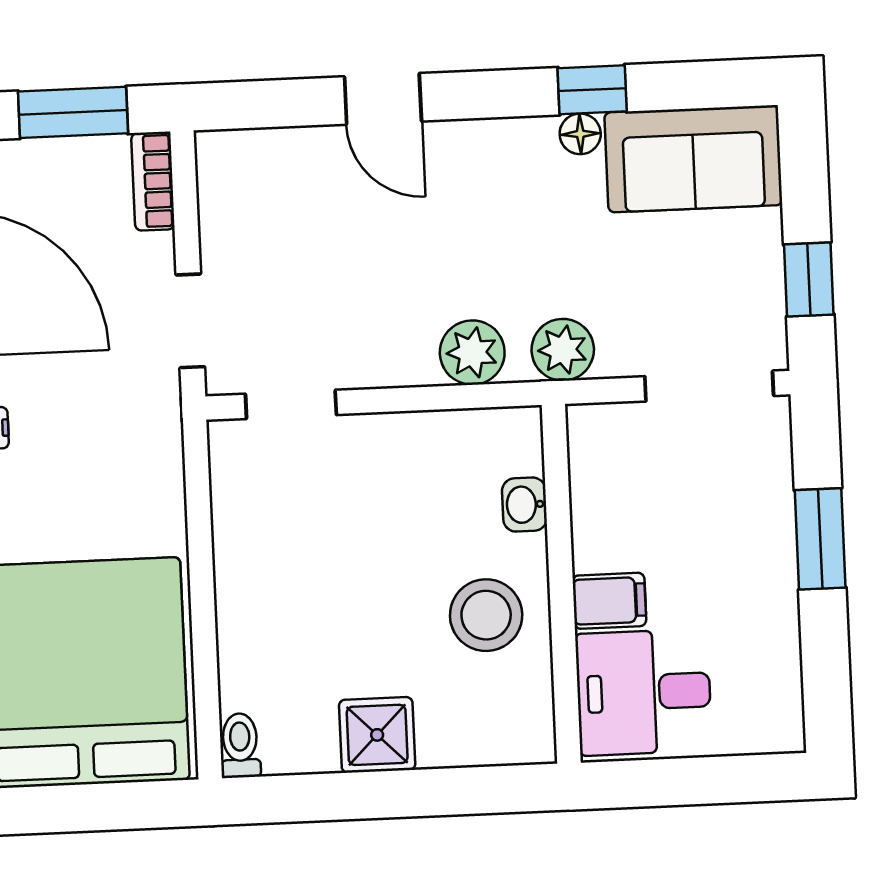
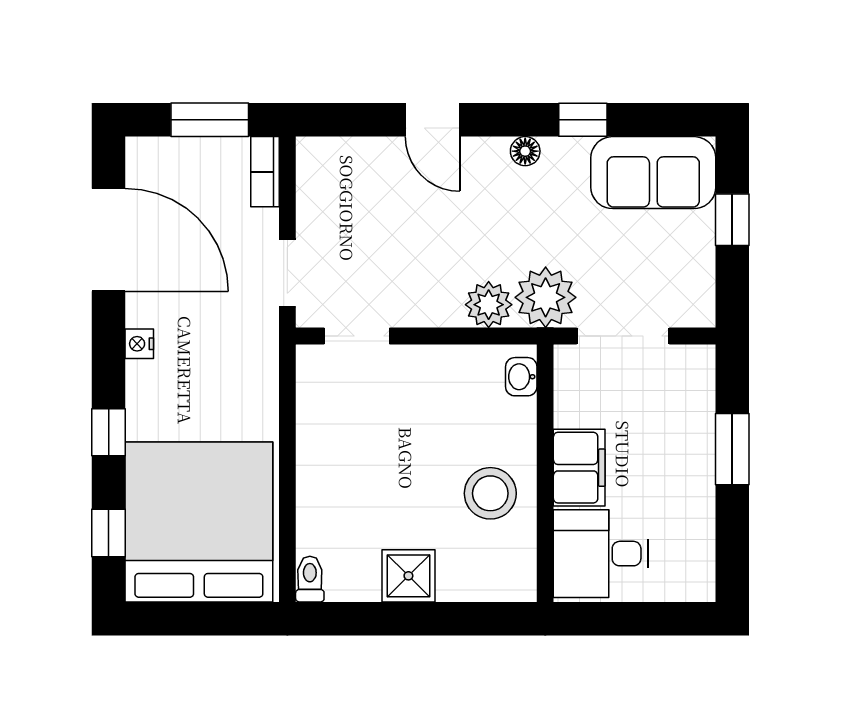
floor lamp: (580, 134) -> (525, 151), moved
window: (809, 279) -> (732, 220), moved
plant: (563, 350) -> (546, 297), width x1.36, depth x1.36
doorway: (709, 386) -> (623, 336), moved
washbasin: (524, 505) -> (521, 377), moved
filing cabinet: (609, 601) -> (579, 468), width x2.00

